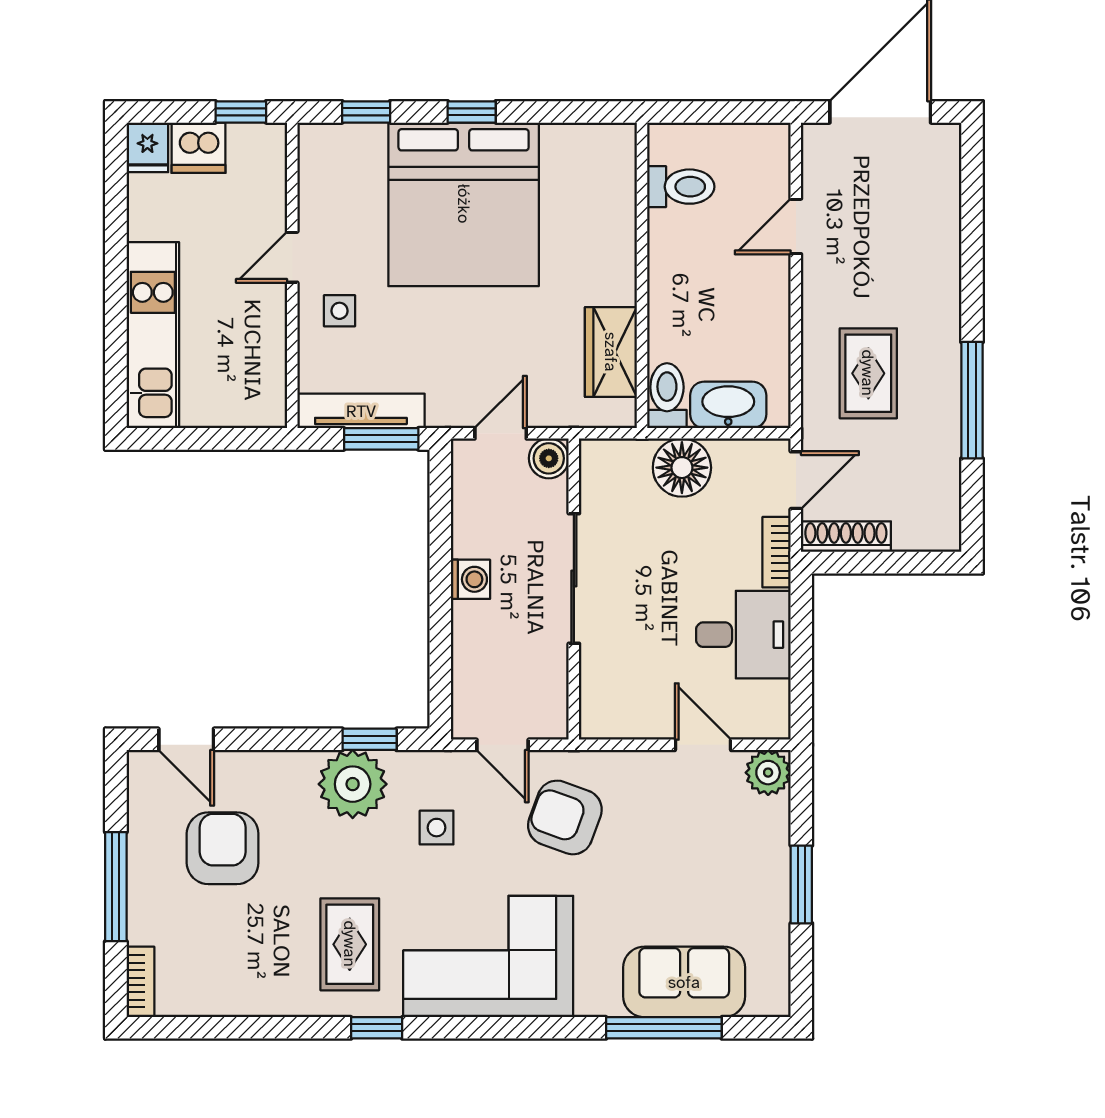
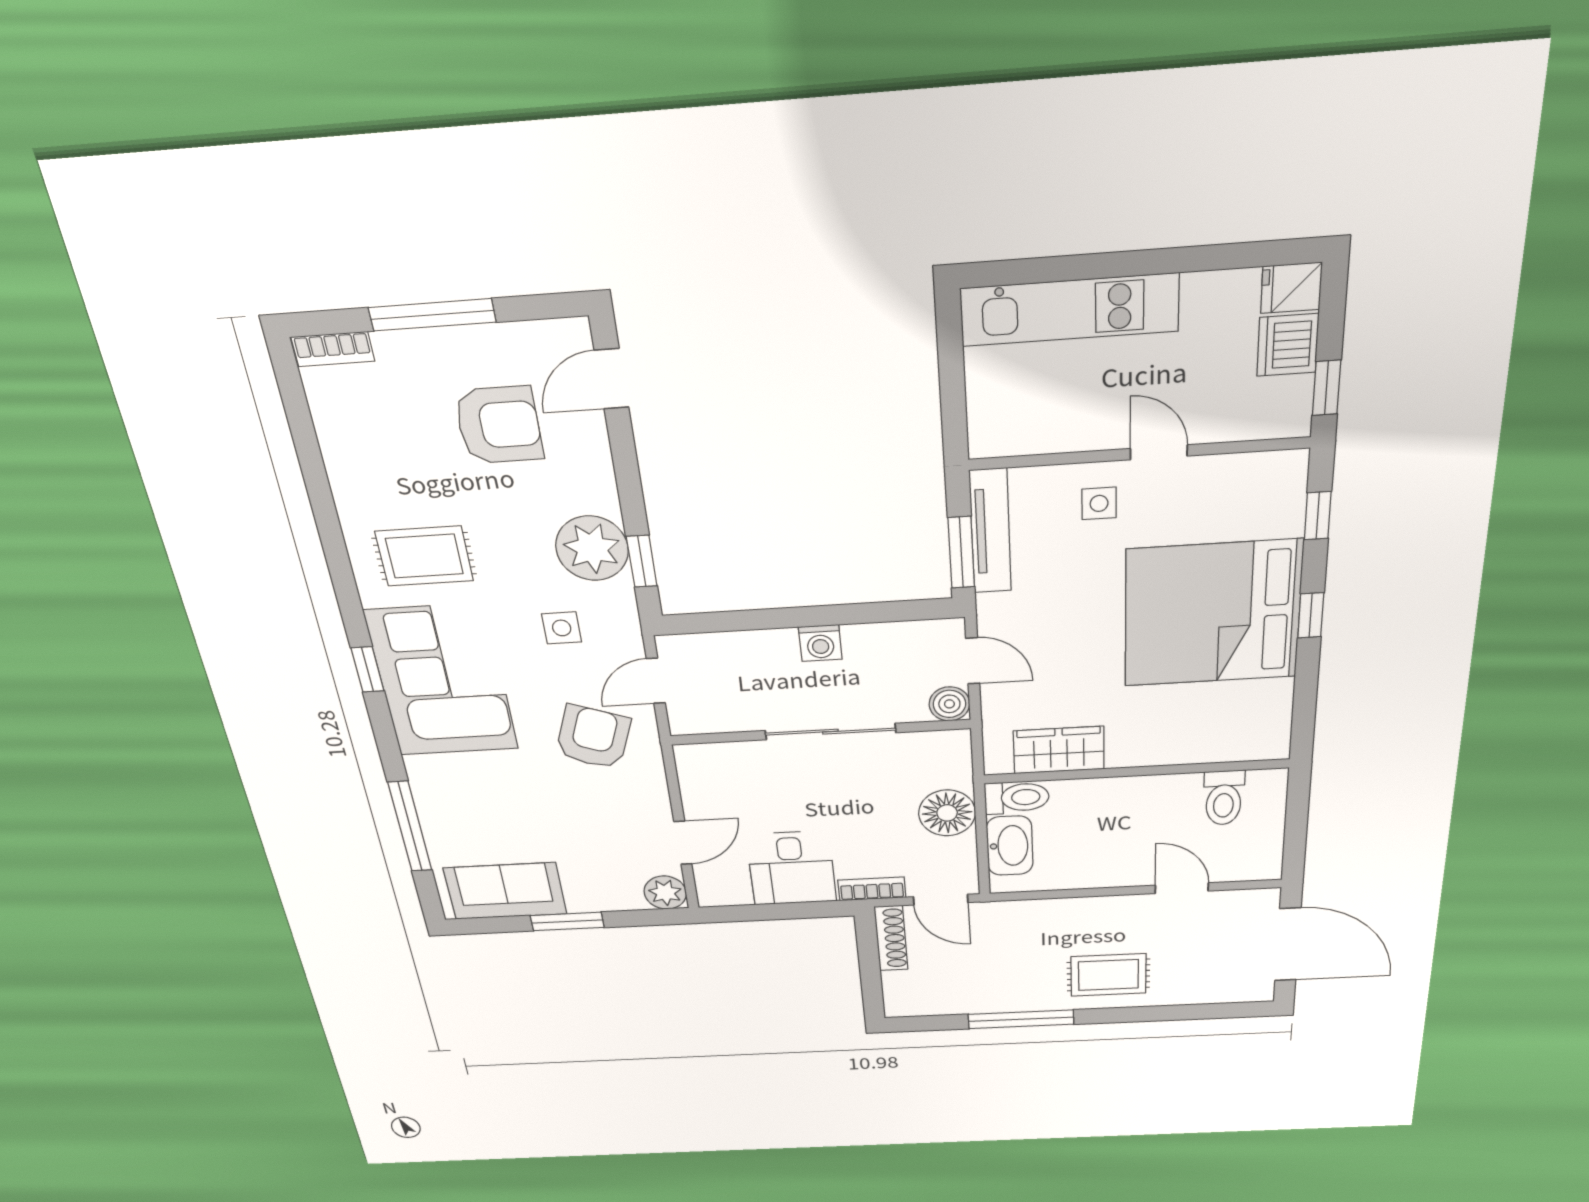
rug: (868, 373) -> (1108, 975), moved
sofa: (684, 982) -> (505, 891), moved, turned -90
window: (377, 1028) -> (367, 669), moved

